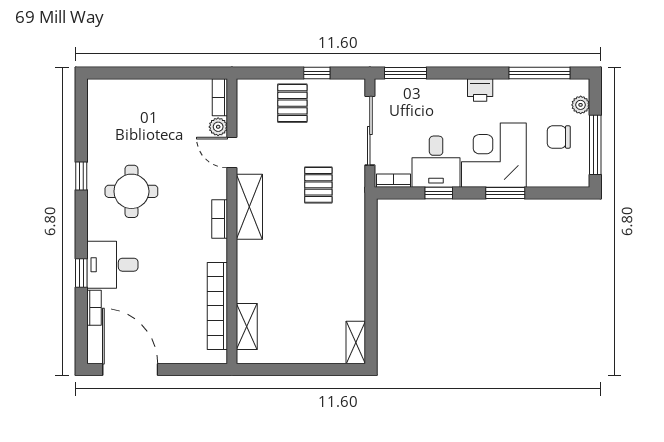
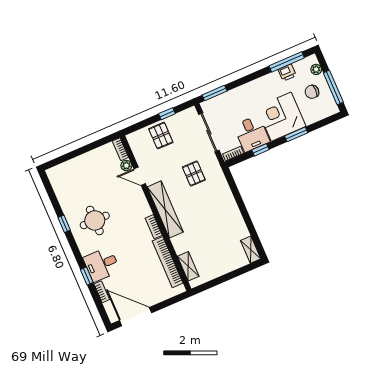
printer: (480, 90) -> (287, 72), moved
shelving: (249, 207) -> (165, 209), width x1.47
bookcase: (220, 219) -> (154, 227), moved

